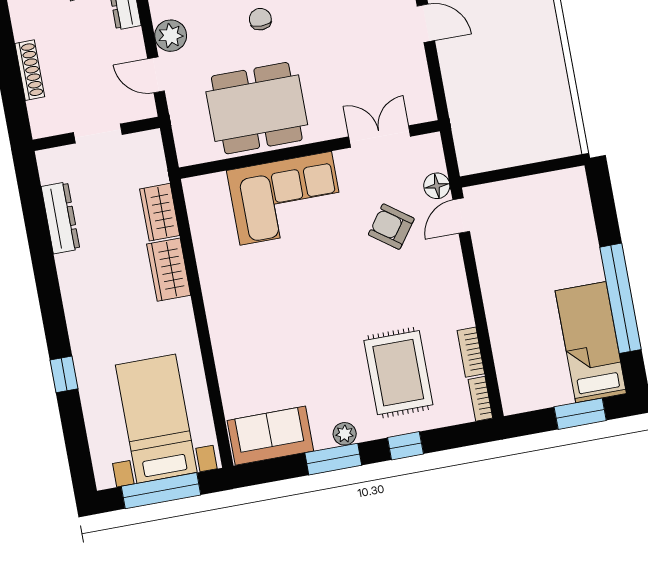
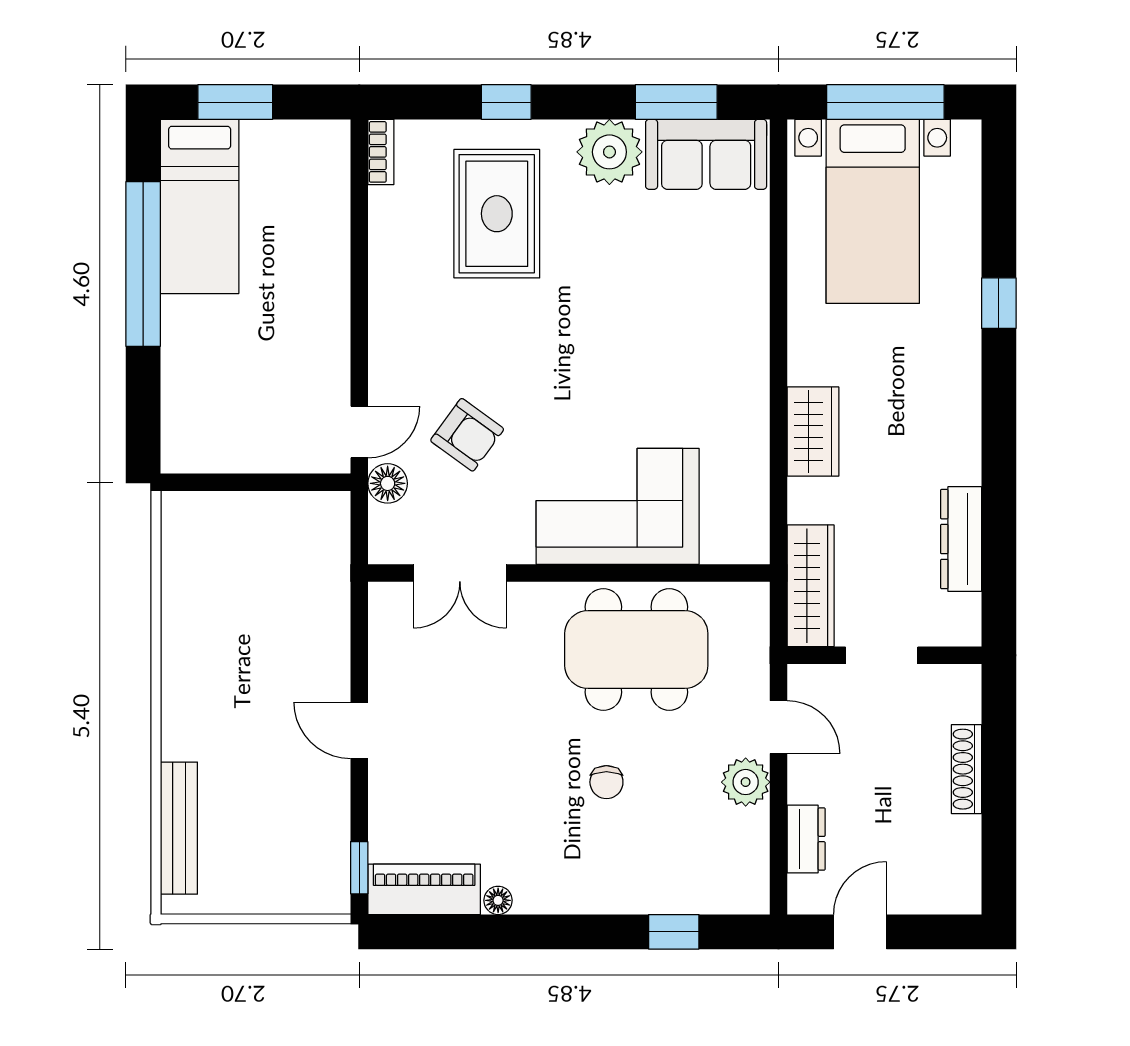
wardrobe: (160, 212) -> (811, 586), moved, width x1.50
bookcase: (471, 352) -> (382, 225), removed
plant: (345, 434) -> (609, 152), width x1.88, depth x1.88
window: (333, 459) -> (676, 102), moved

